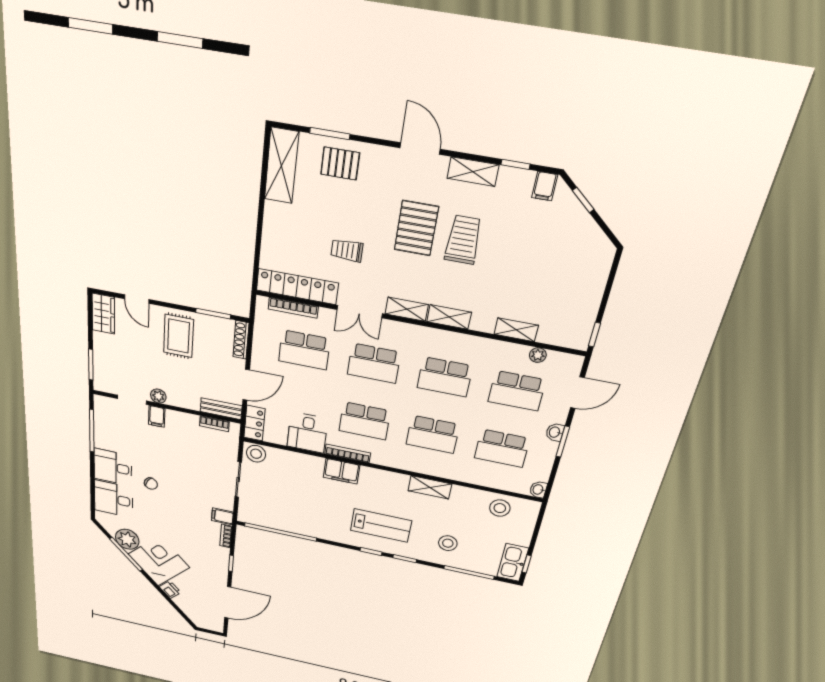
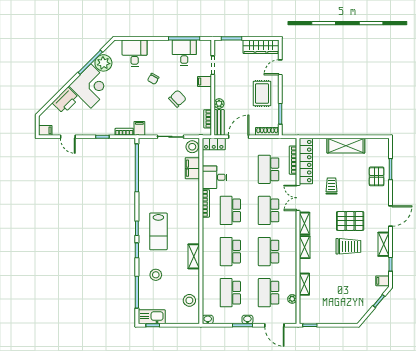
shelving: (281, 166) -> (346, 146), moved
wardrobe: (103, 314) -> (261, 47), width x1.50
rug: (179, 336) -> (262, 93), turned 90
door: (246, 385) -> (239, 137), swing flipped
plant: (158, 396) -> (219, 104), moved
chair: (181, 458) -> (177, 99), added
desk: (113, 467) -> (184, 53), moved
filing cabinet: (342, 471) -> (192, 168), moved
printer: (170, 590) -> (66, 100), width x1.87, depth x1.48
door: (228, 602) -> (68, 137), width x0.53
filing cabinet: (217, 625) -> (45, 130), added

